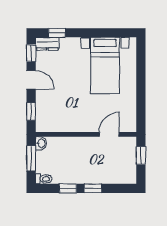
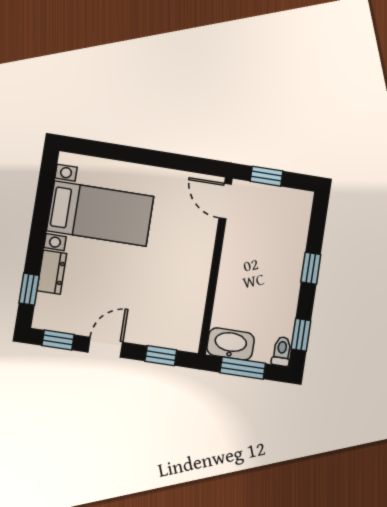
dresser: (47, 44) -> (52, 272), moved
door: (109, 134) -> (225, 201), moved
washbasin: (41, 143) -> (230, 344), width x1.91, depth x1.45
window: (68, 188) -> (301, 335), moved

